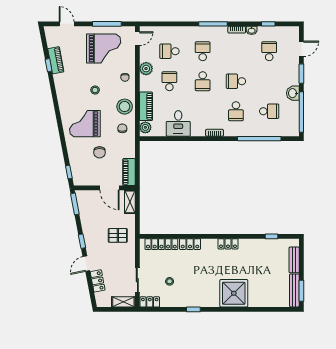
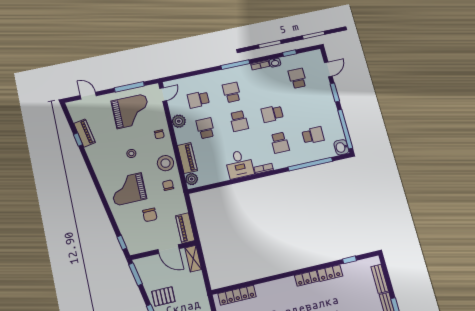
washbasin: (293, 93) -> (341, 147), moved
desk: (178, 123) -> (239, 164), moved
pallet: (118, 235) -> (163, 296), moved
locker: (190, 244) -> (330, 273), moved

